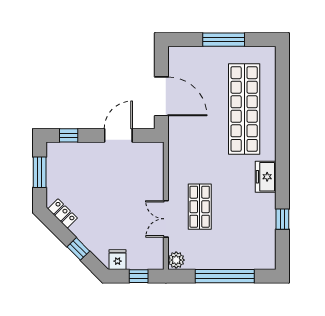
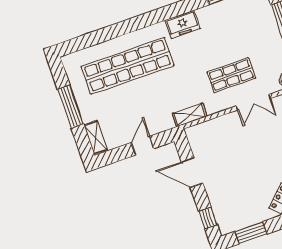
shelving: (185, 53) -> (96, 137), added
door: (161, 96) -> (143, 146), width x0.53
shelving: (175, 153) -> (190, 115), added

